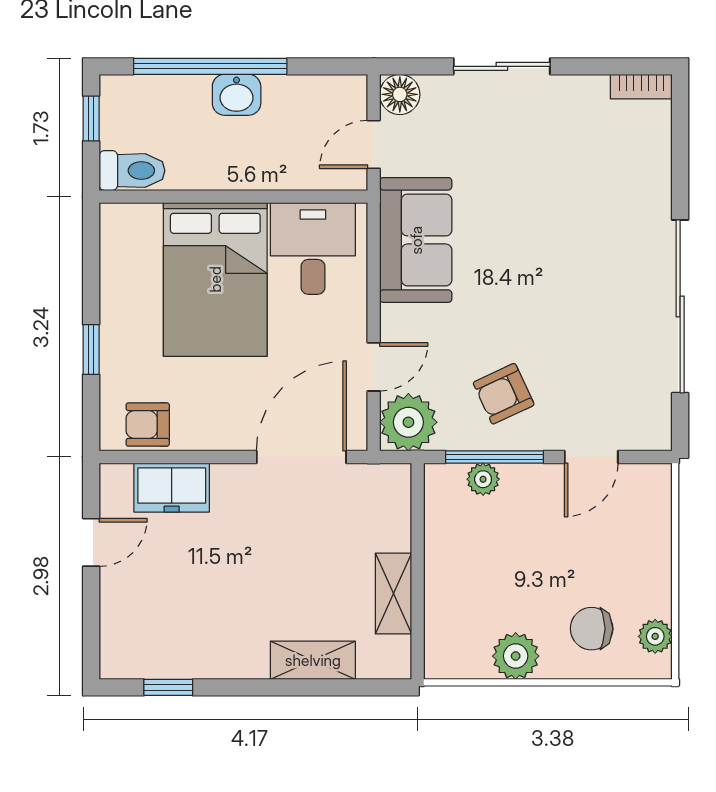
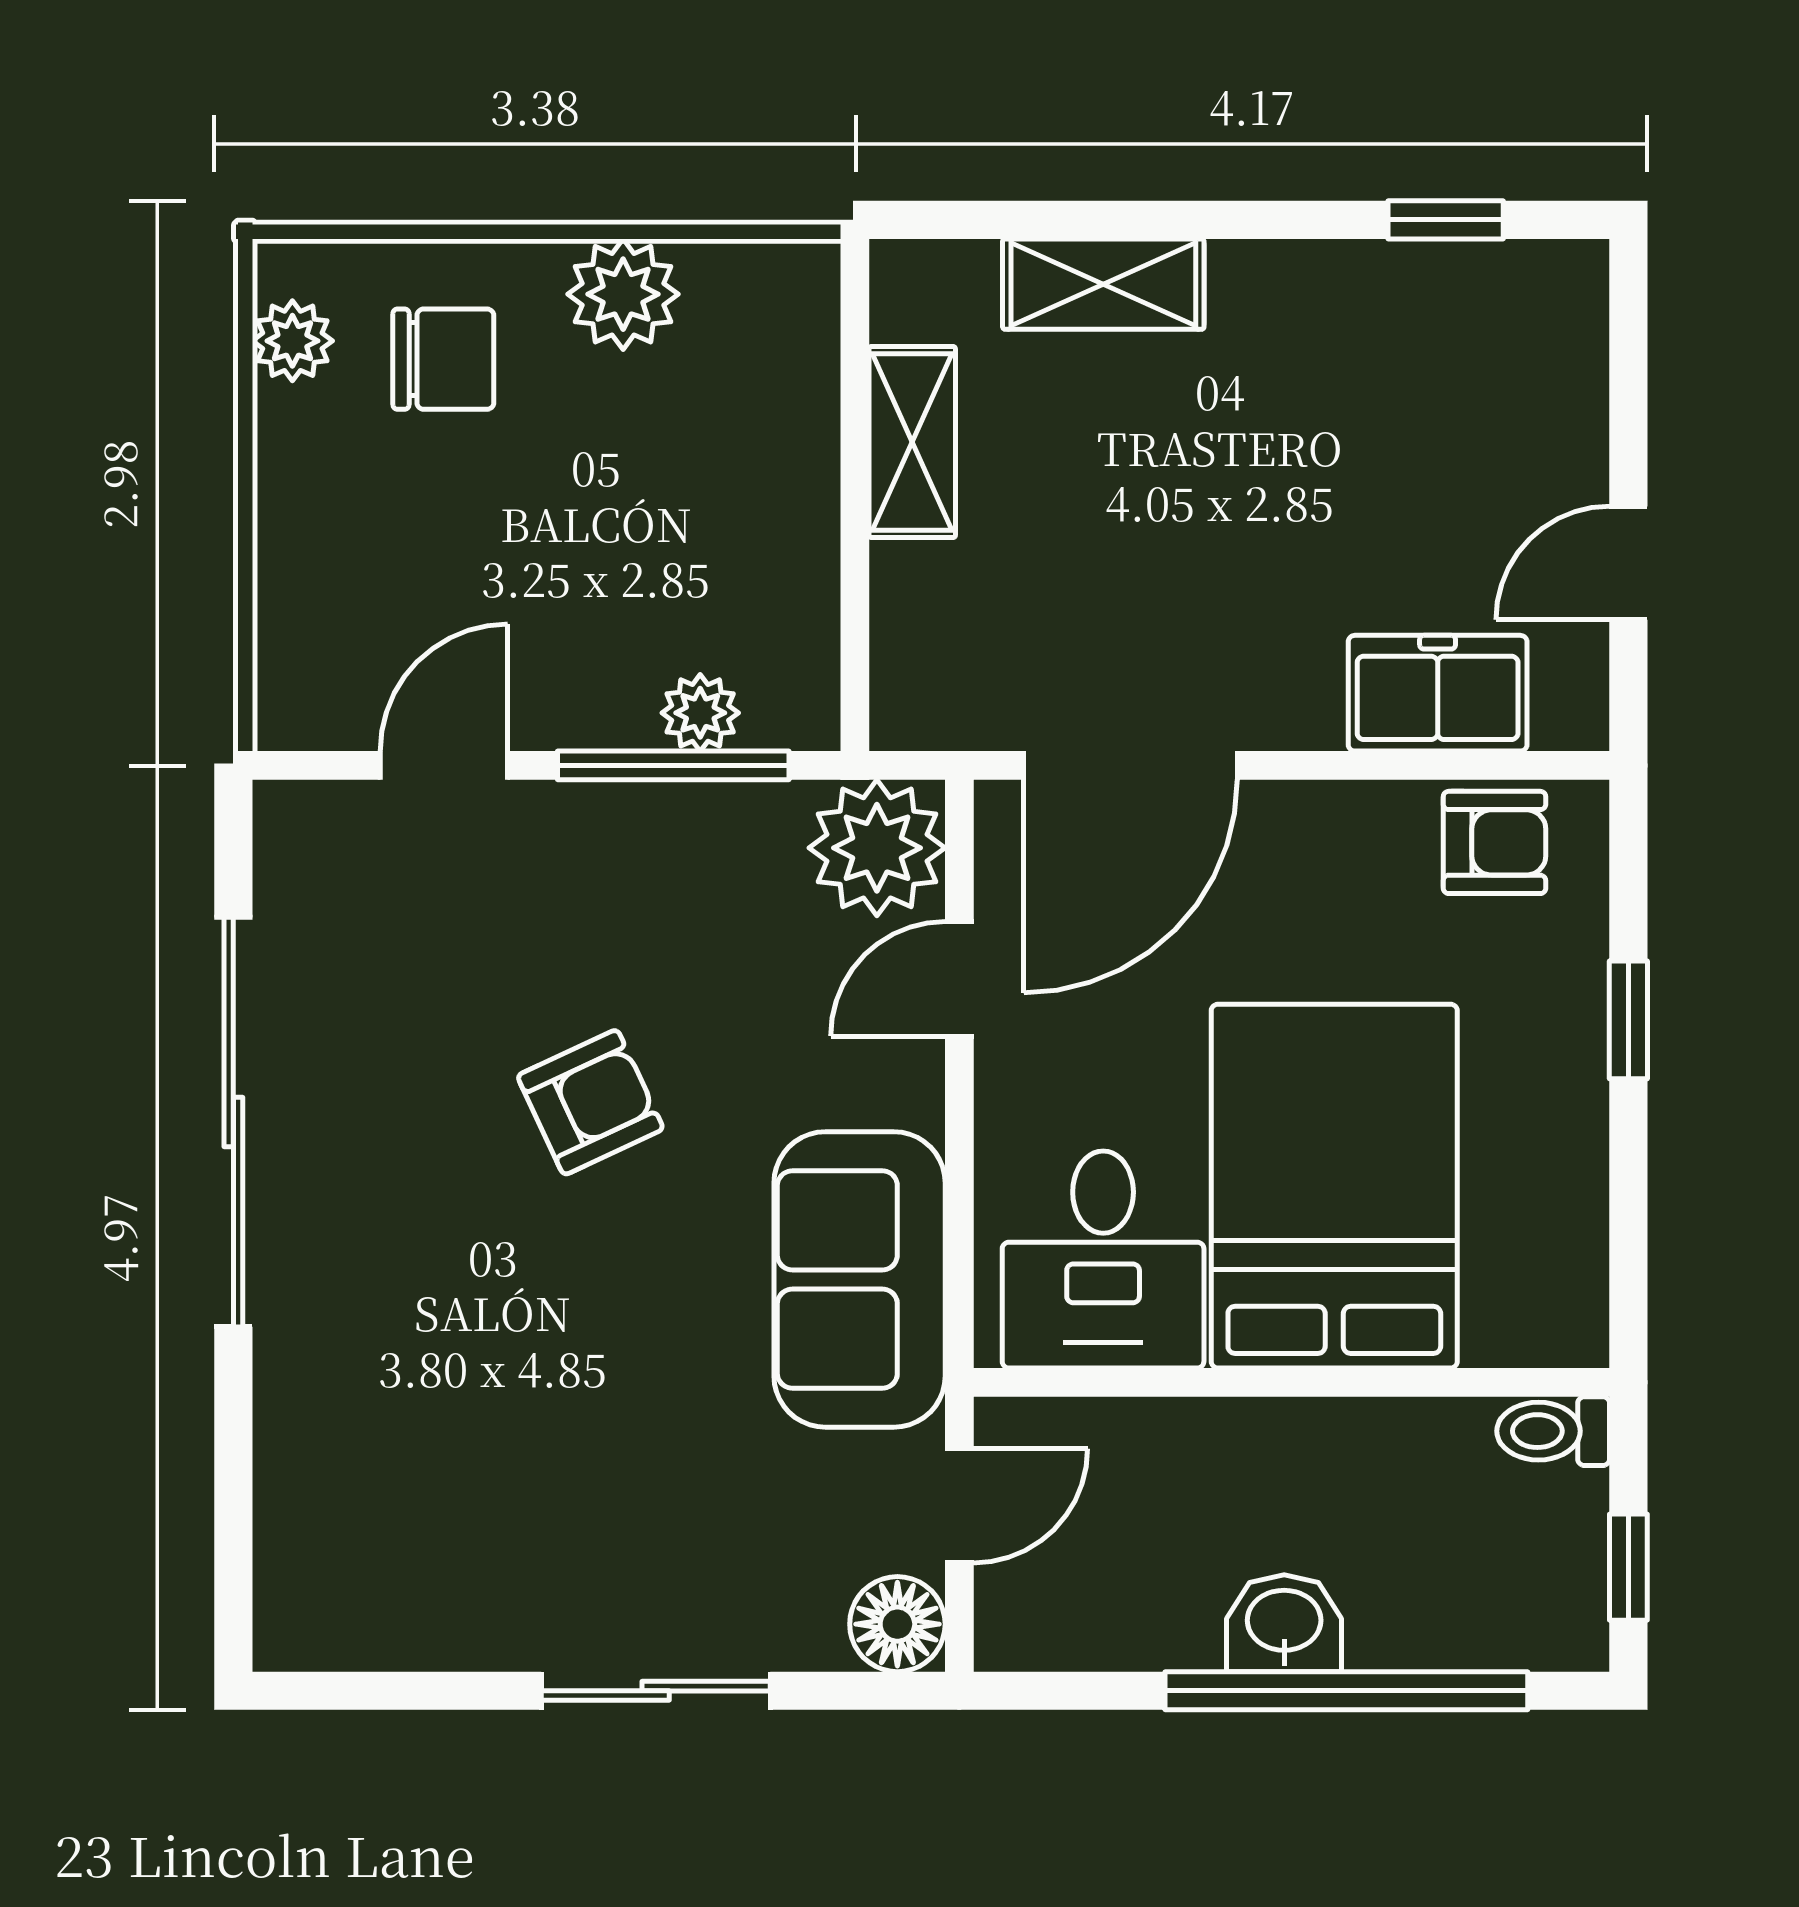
bookcase: (641, 87) -> (325, 1643), removed
toilet: (132, 171) -> (1553, 1431), width x0.73, depth x0.72
armchair: (504, 394) -> (590, 1102), moved

